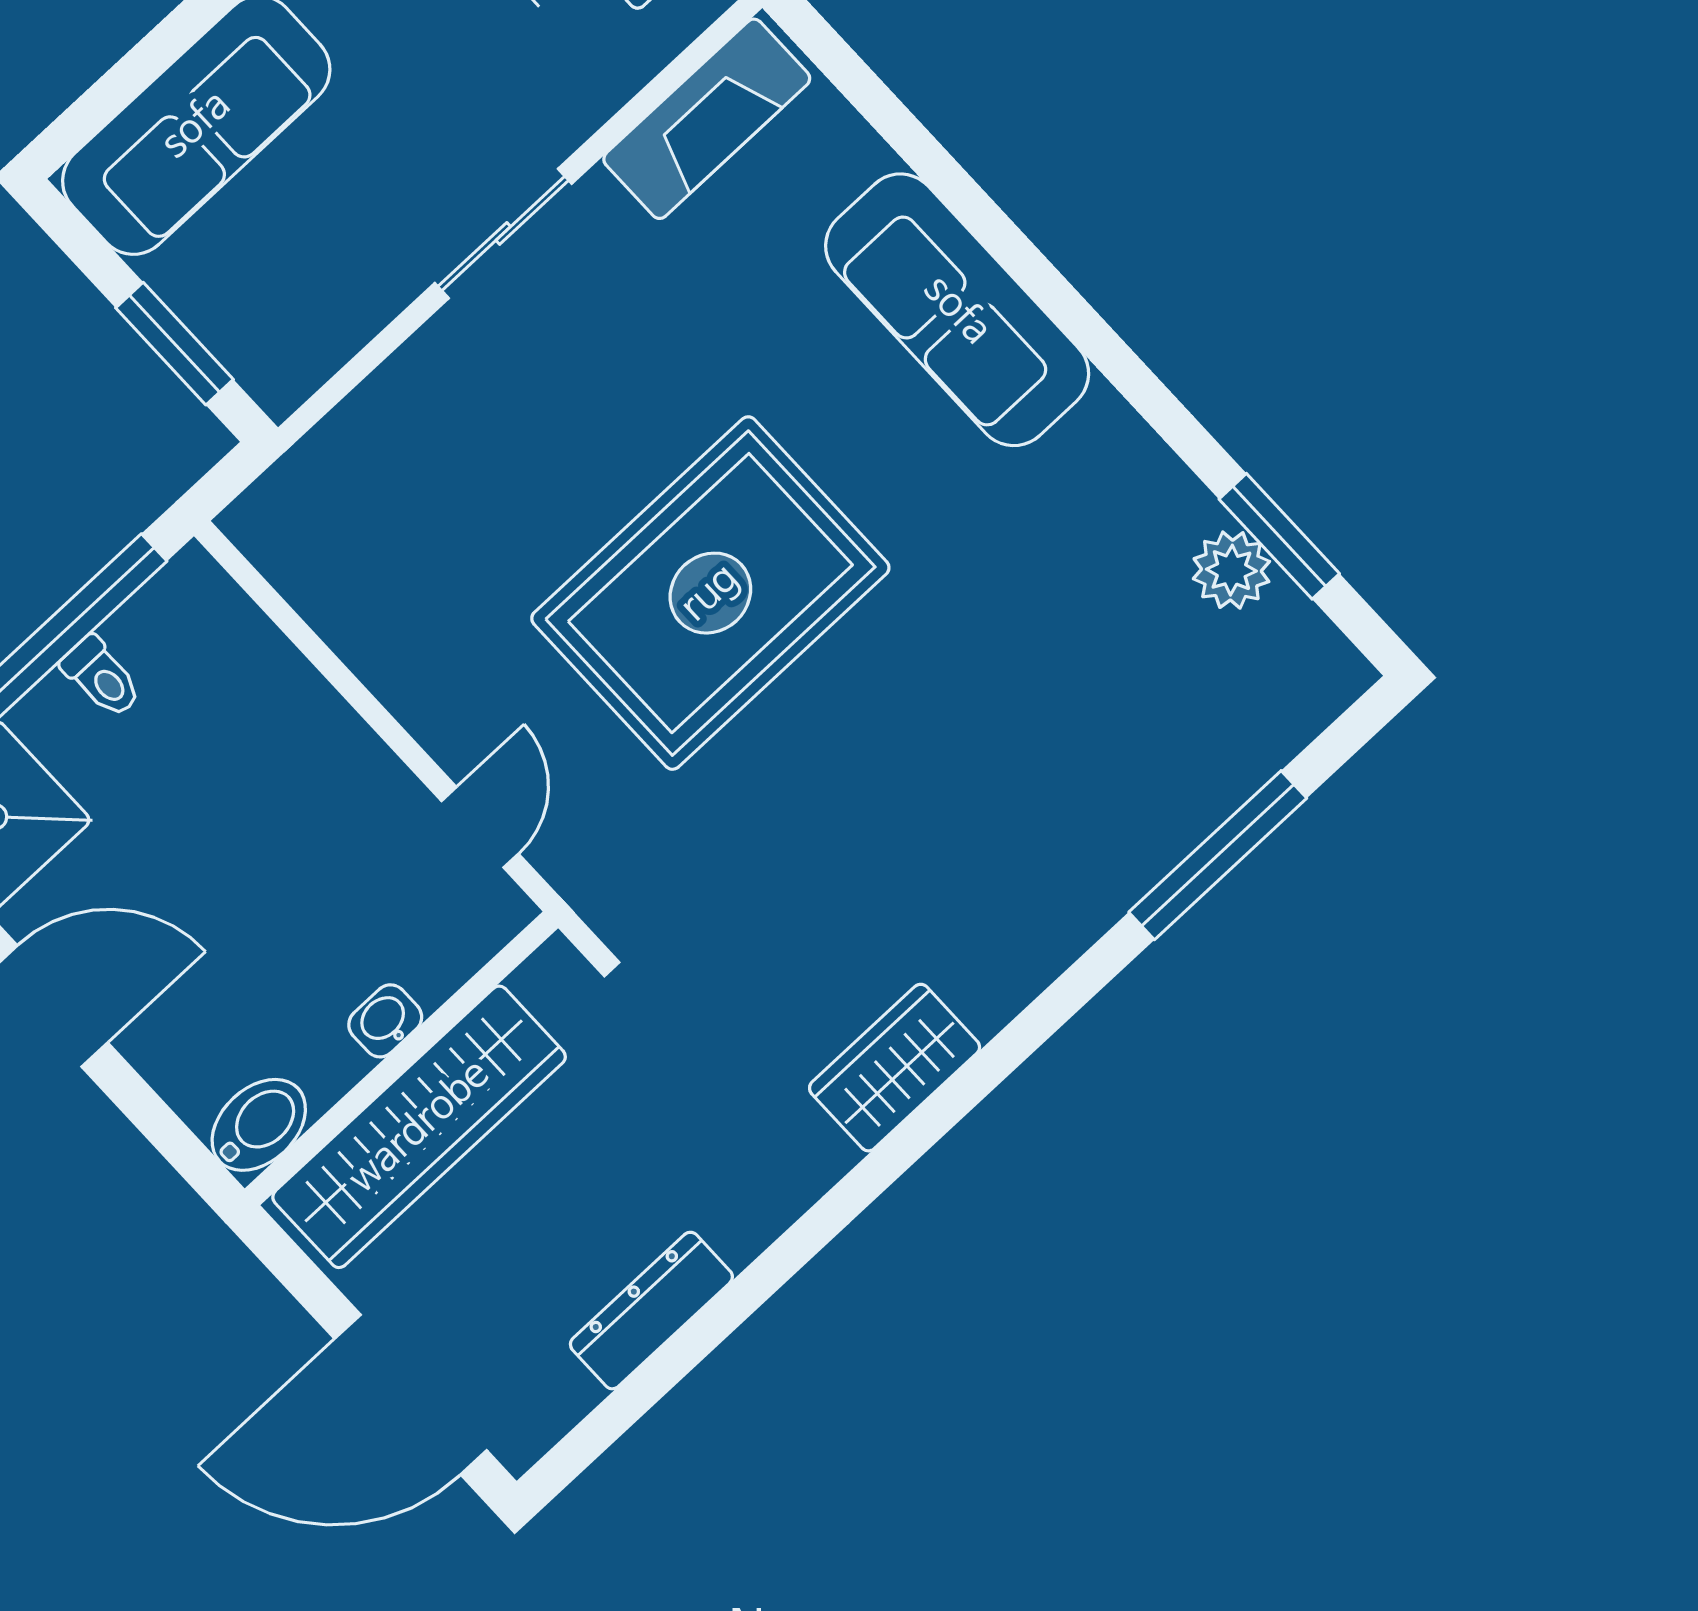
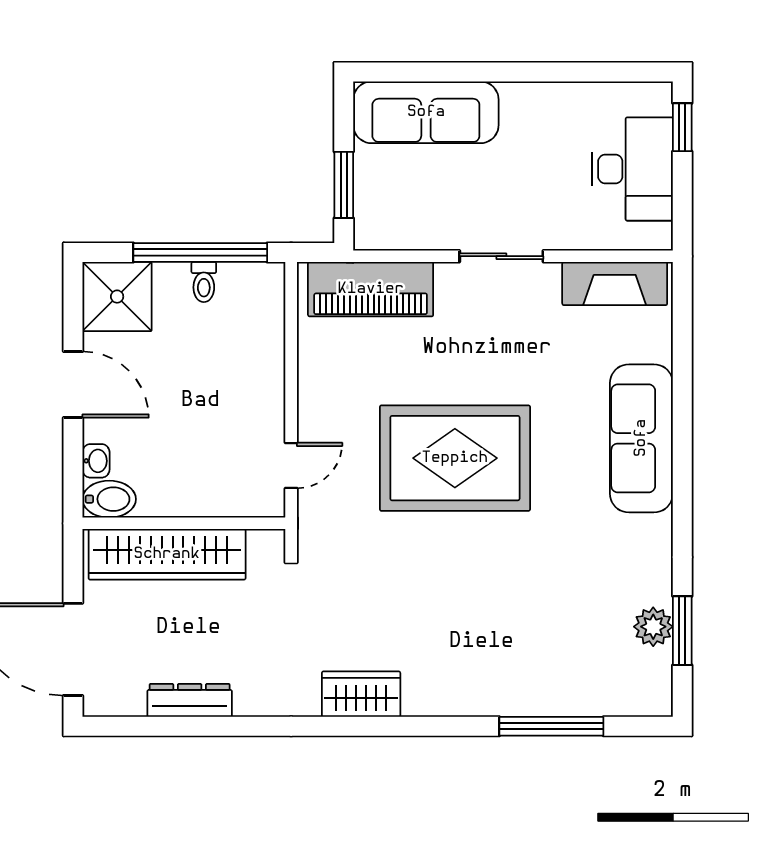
piano: (356, 460) -> (371, 289), added
washbasin: (385, 1021) -> (96, 461), moved, turned 90

